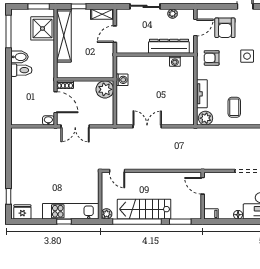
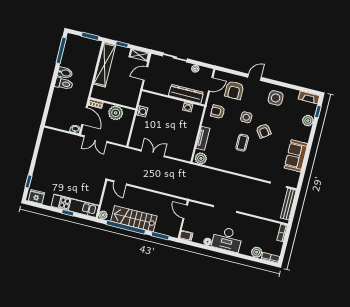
shower: (43, 28) -> (89, 55), removed
plant: (105, 89) -> (116, 113), moved
coffee table: (234, 107) -> (242, 143), moved

